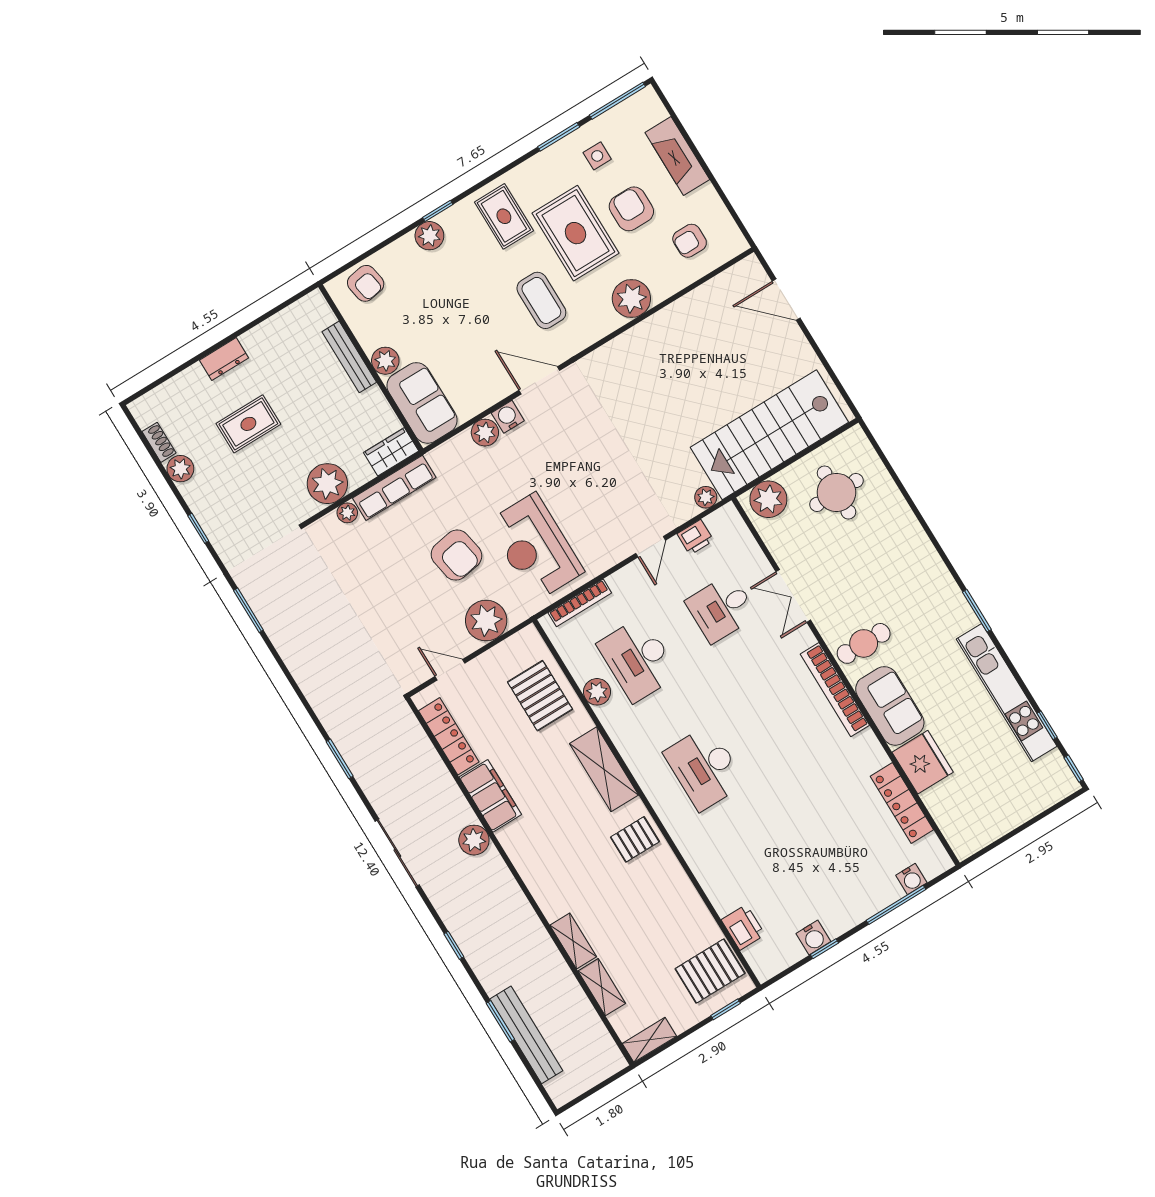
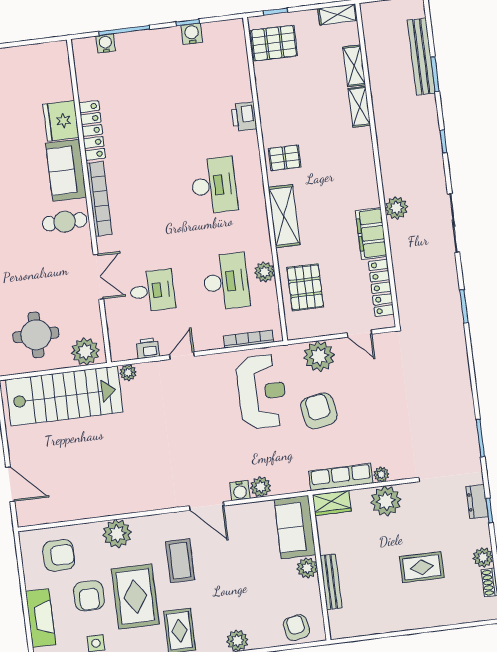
armchair: (690, 241) -> (59, 555), width x1.38, depth x1.38
dresser: (224, 359) -> (477, 502), moved, turned -90
locker: (902, 803) -> (92, 130), moved
printer: (743, 927) -> (244, 117), moved

